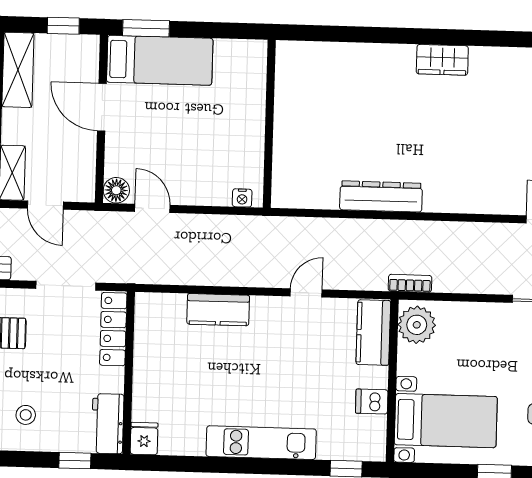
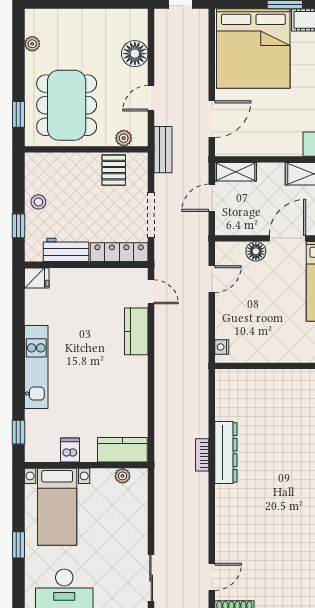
floor lamp: (116, 190) -> (256, 251), moved
bookcase: (410, 283) -> (202, 455), moved, turned 180
door: (306, 293) -> (151, 292), moved
plant: (417, 325) -> (123, 476), width x0.53, depth x0.53
stool: (26, 415) -> (38, 202), moved
workbench: (108, 424) -> (66, 250), moved

